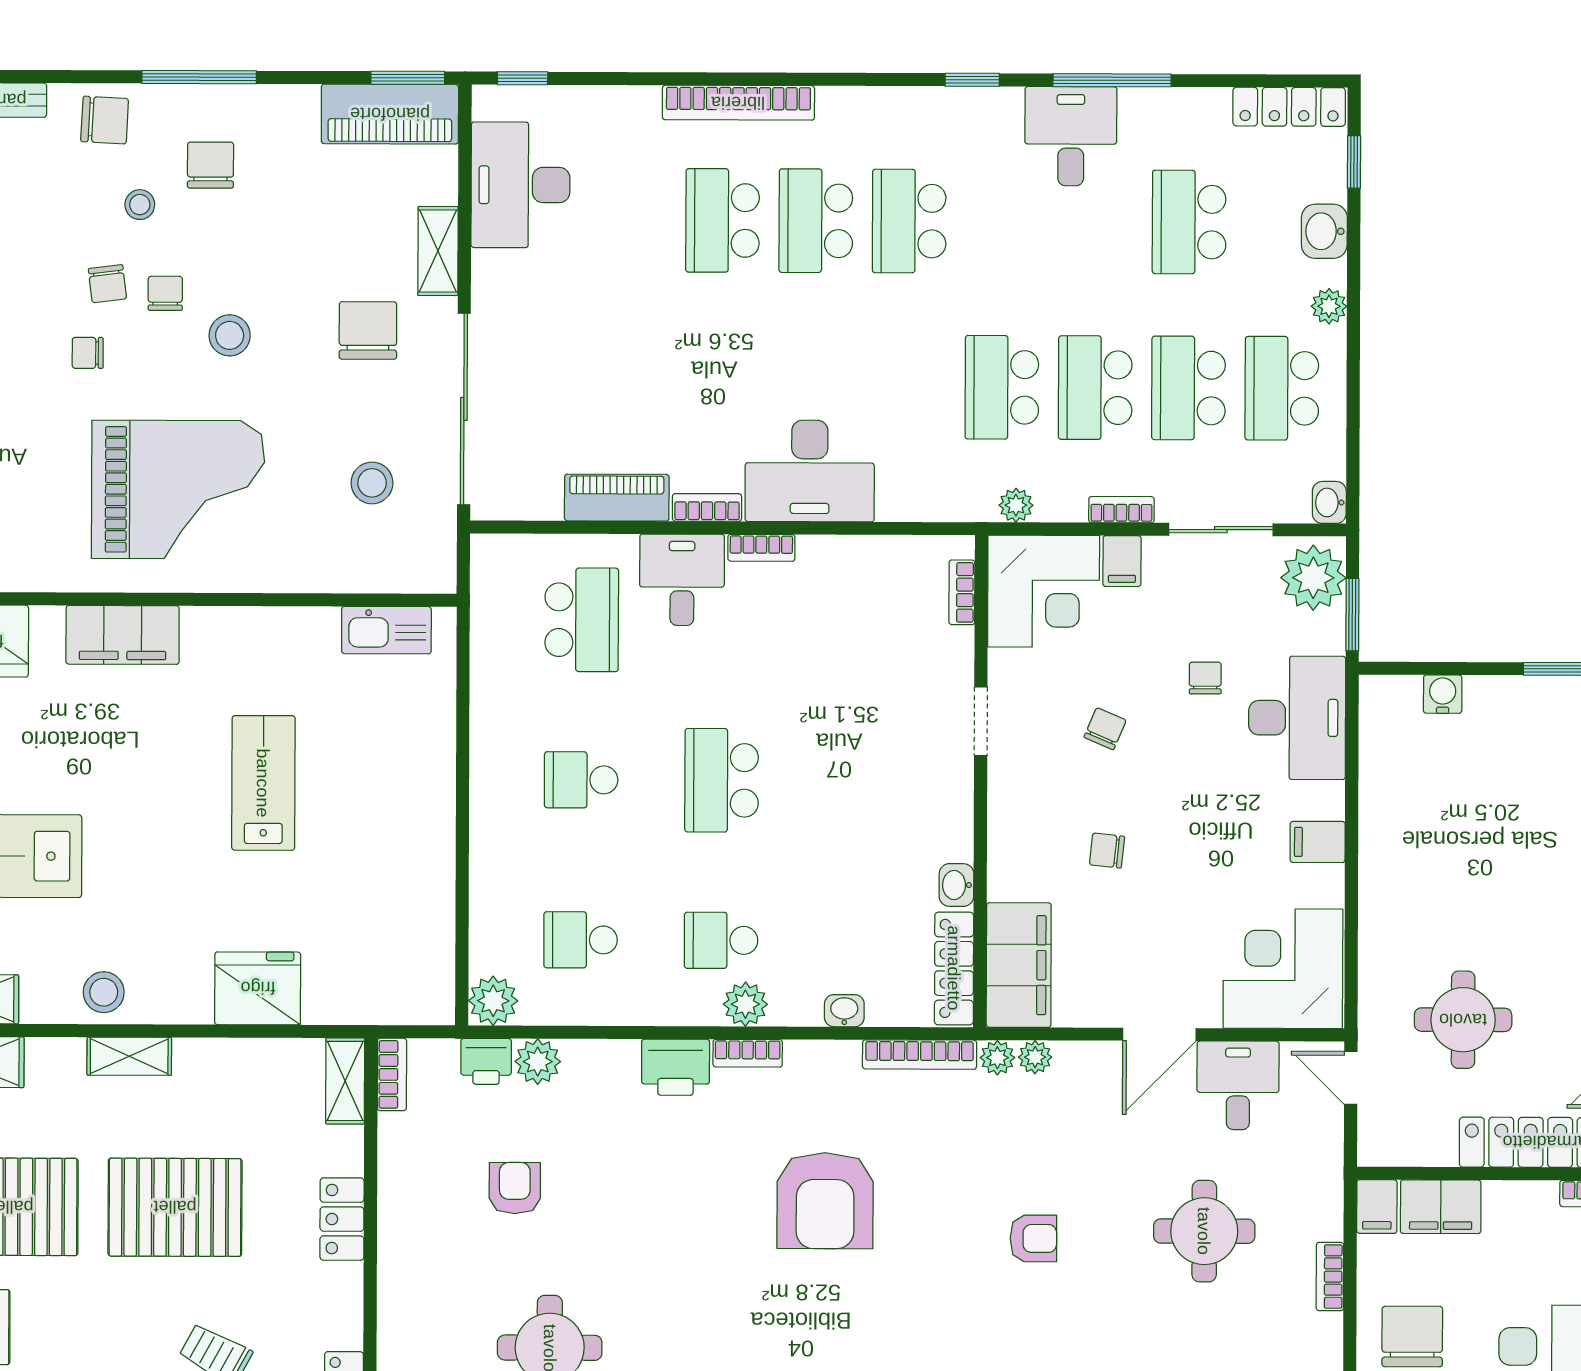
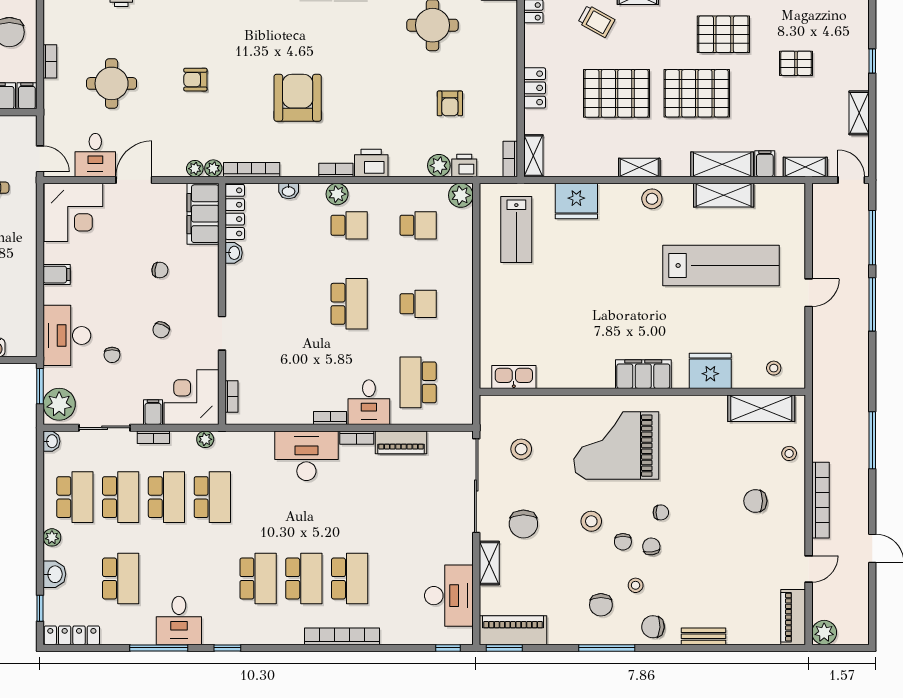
lab bench: (263, 783) -> (516, 230), moved

